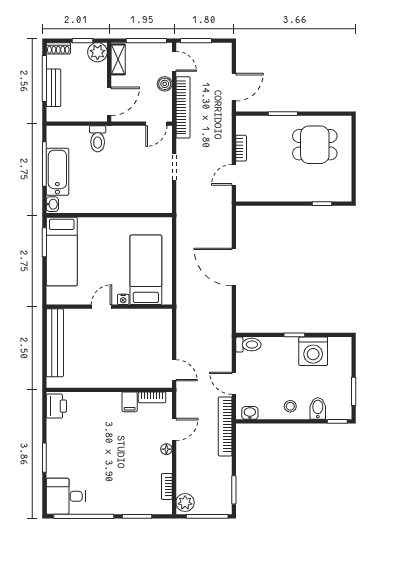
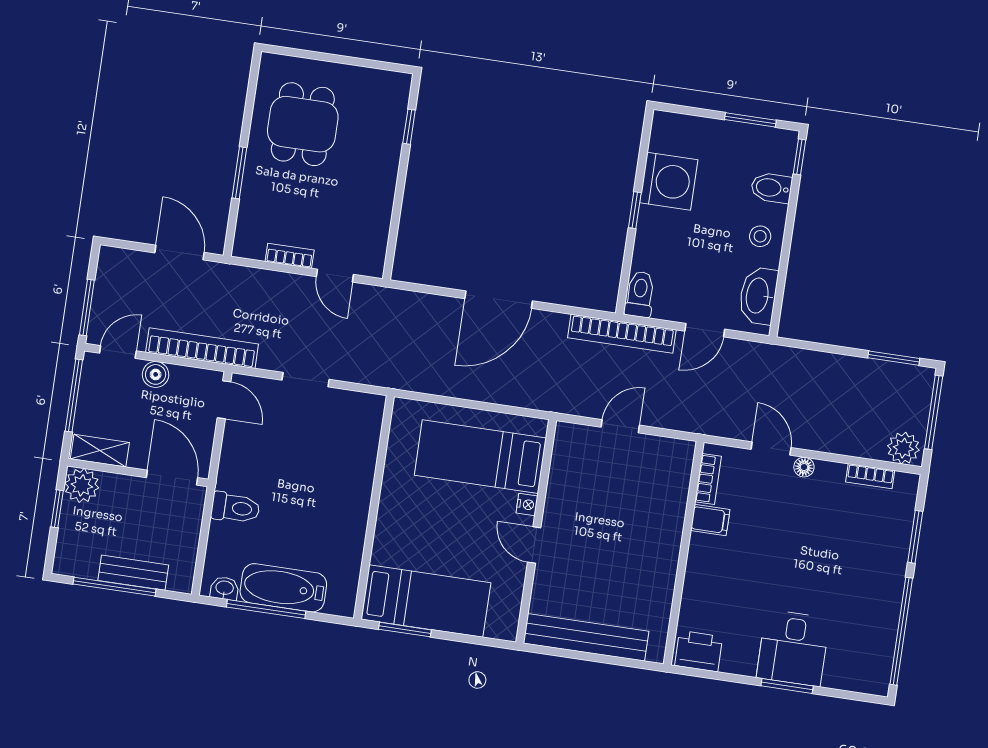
shoe rack: (58, 48) -> (65, 554), removed
washbasin: (52, 204) -> (225, 588), moved
door: (174, 370) -> (620, 426), moved
washbasin: (250, 413) -> (758, 296), width x1.91, depth x1.45
bookcase: (225, 426) -> (622, 334), moved
desk: (66, 496) -> (793, 648), moved

